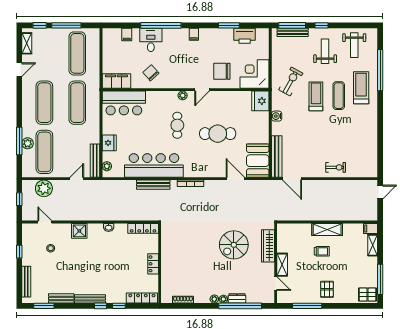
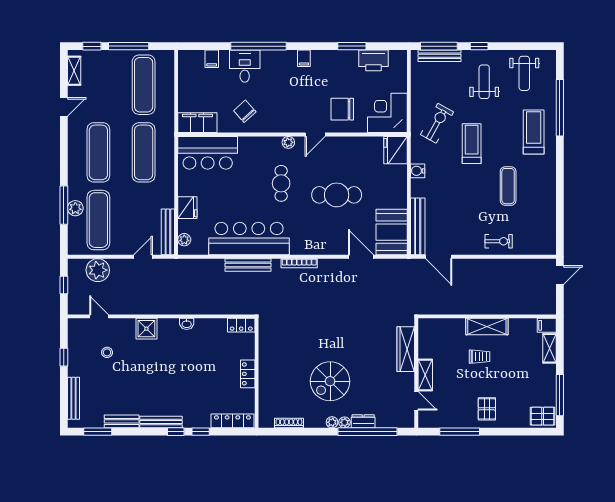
exercise mat: (339, 96) -> (508, 186), moved
locker: (143, 228) -> (241, 325), width x0.66
spiral stairs: (234, 245) -> (330, 381), moved

